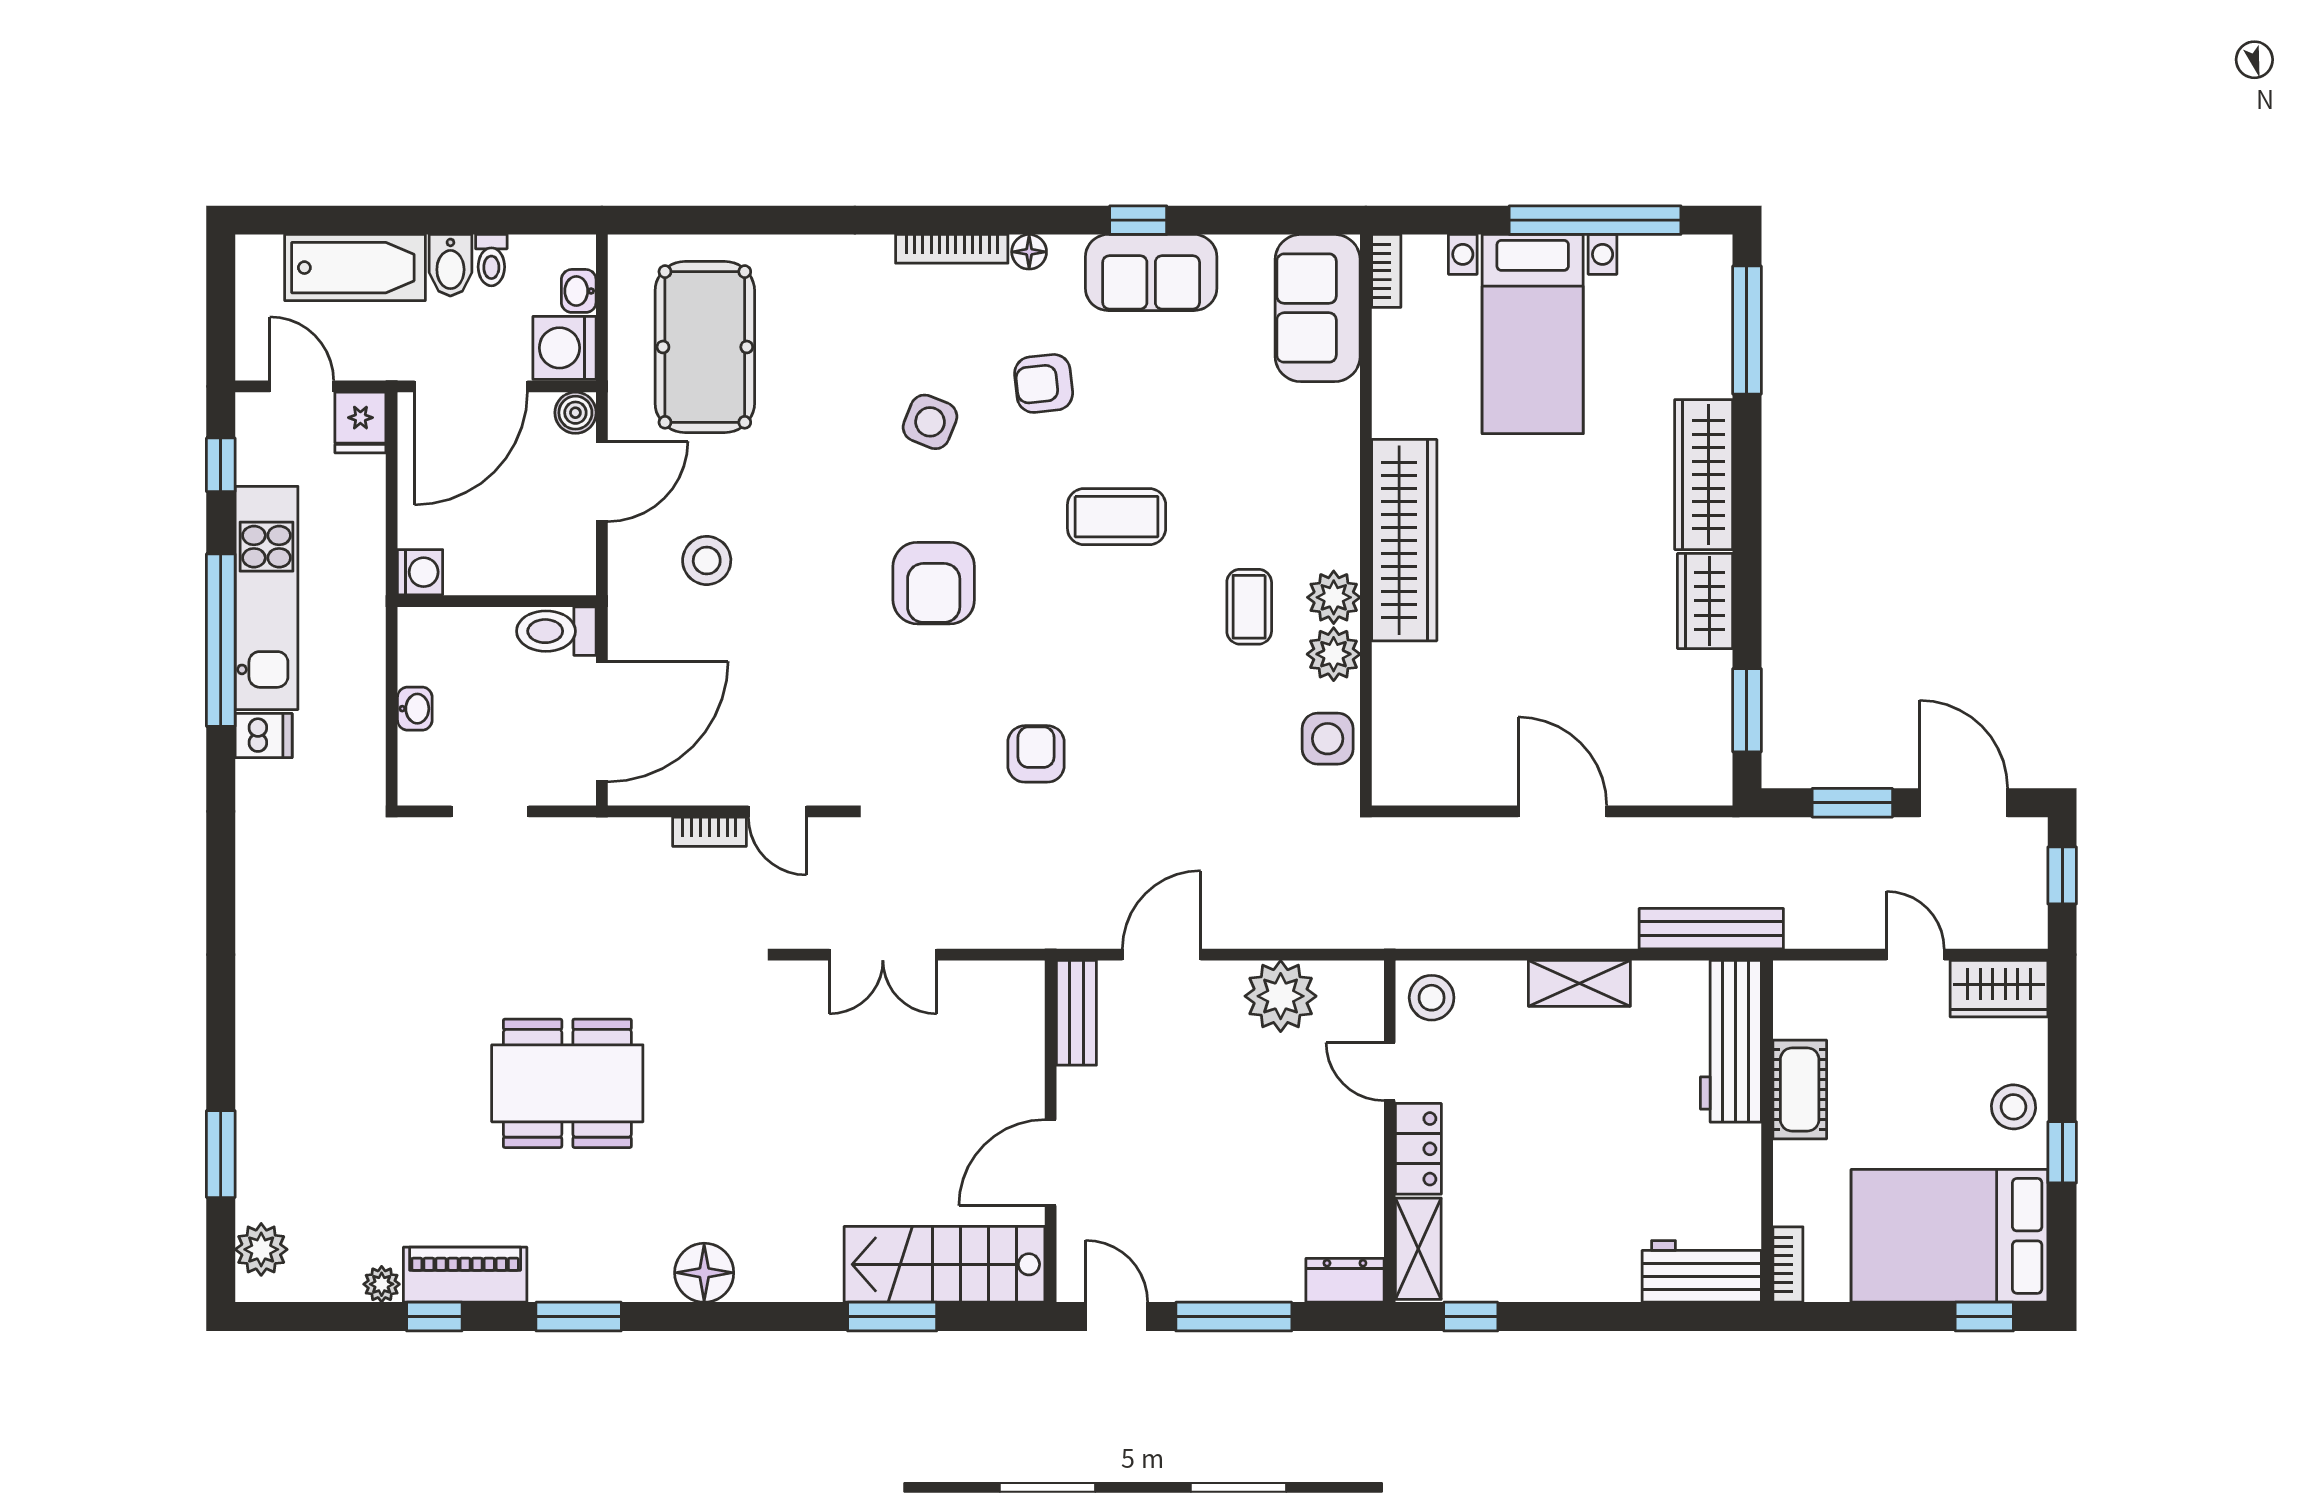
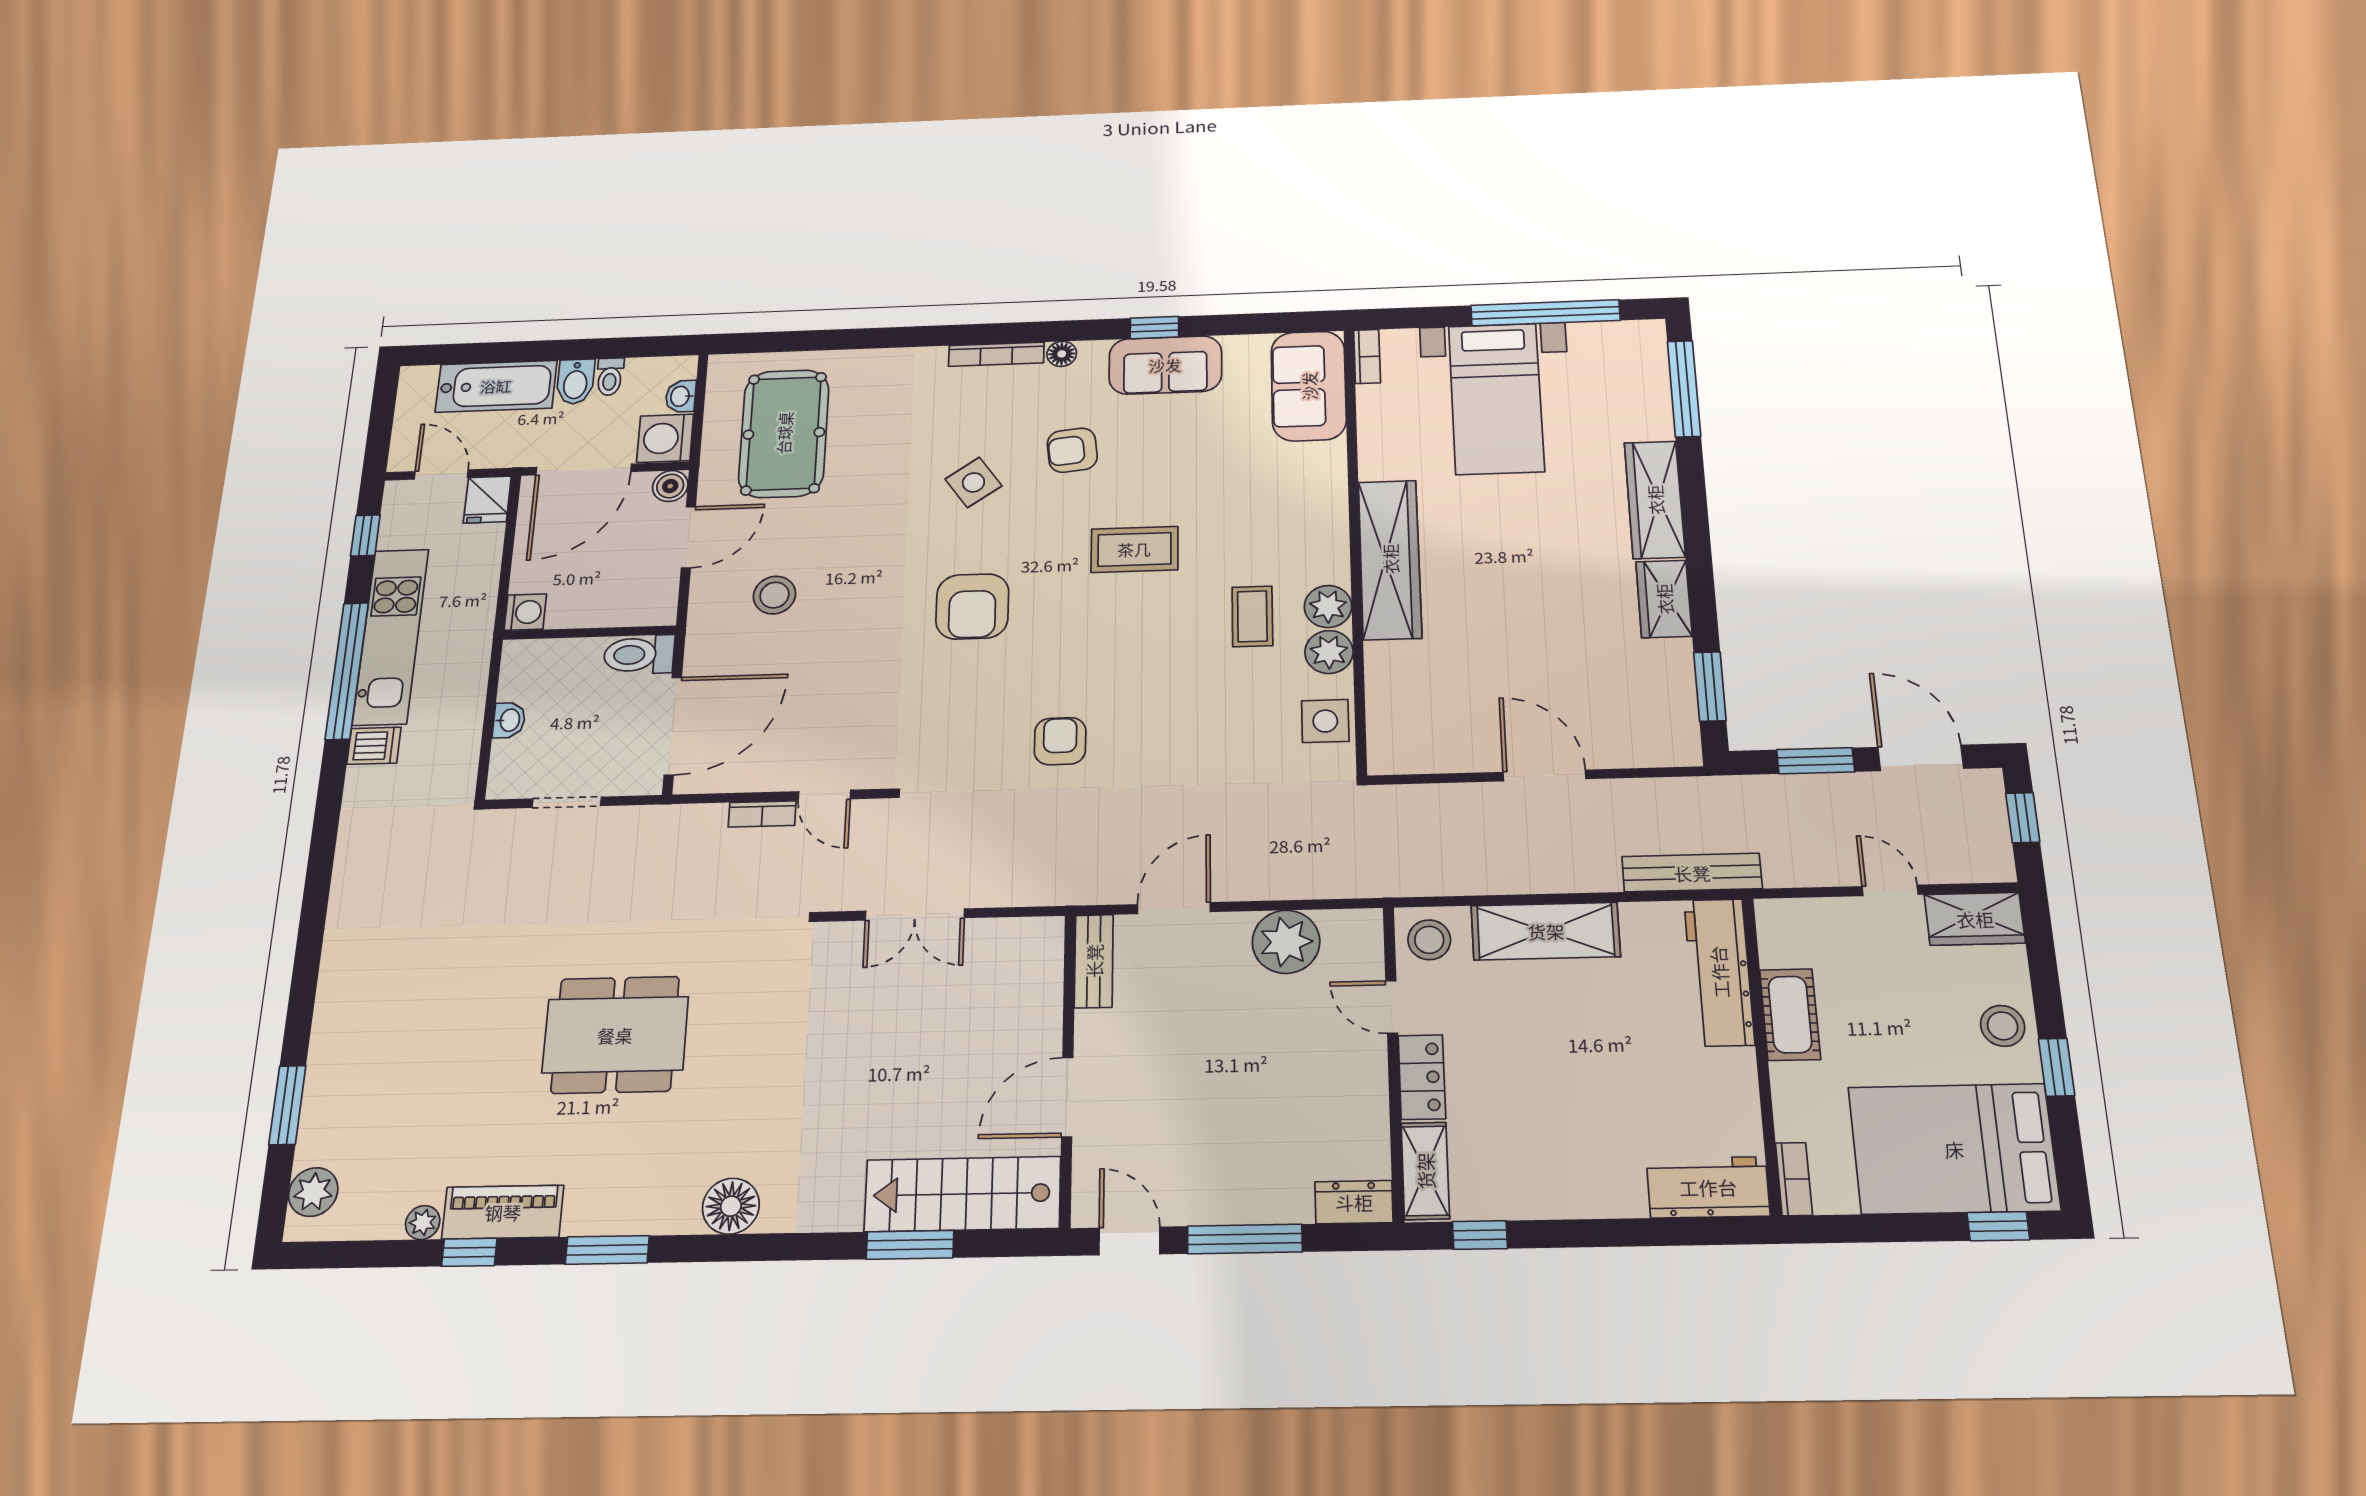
side table: (930, 422) -> (973, 482), turned 33
shelving: (1579, 983) -> (1546, 931), width x1.50, depth x1.33

